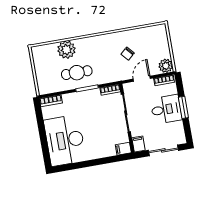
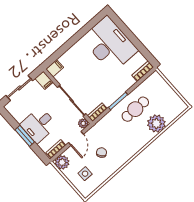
side table: (152, 44) -> (85, 174), added
plant: (128, 88) -> (83, 123), added

